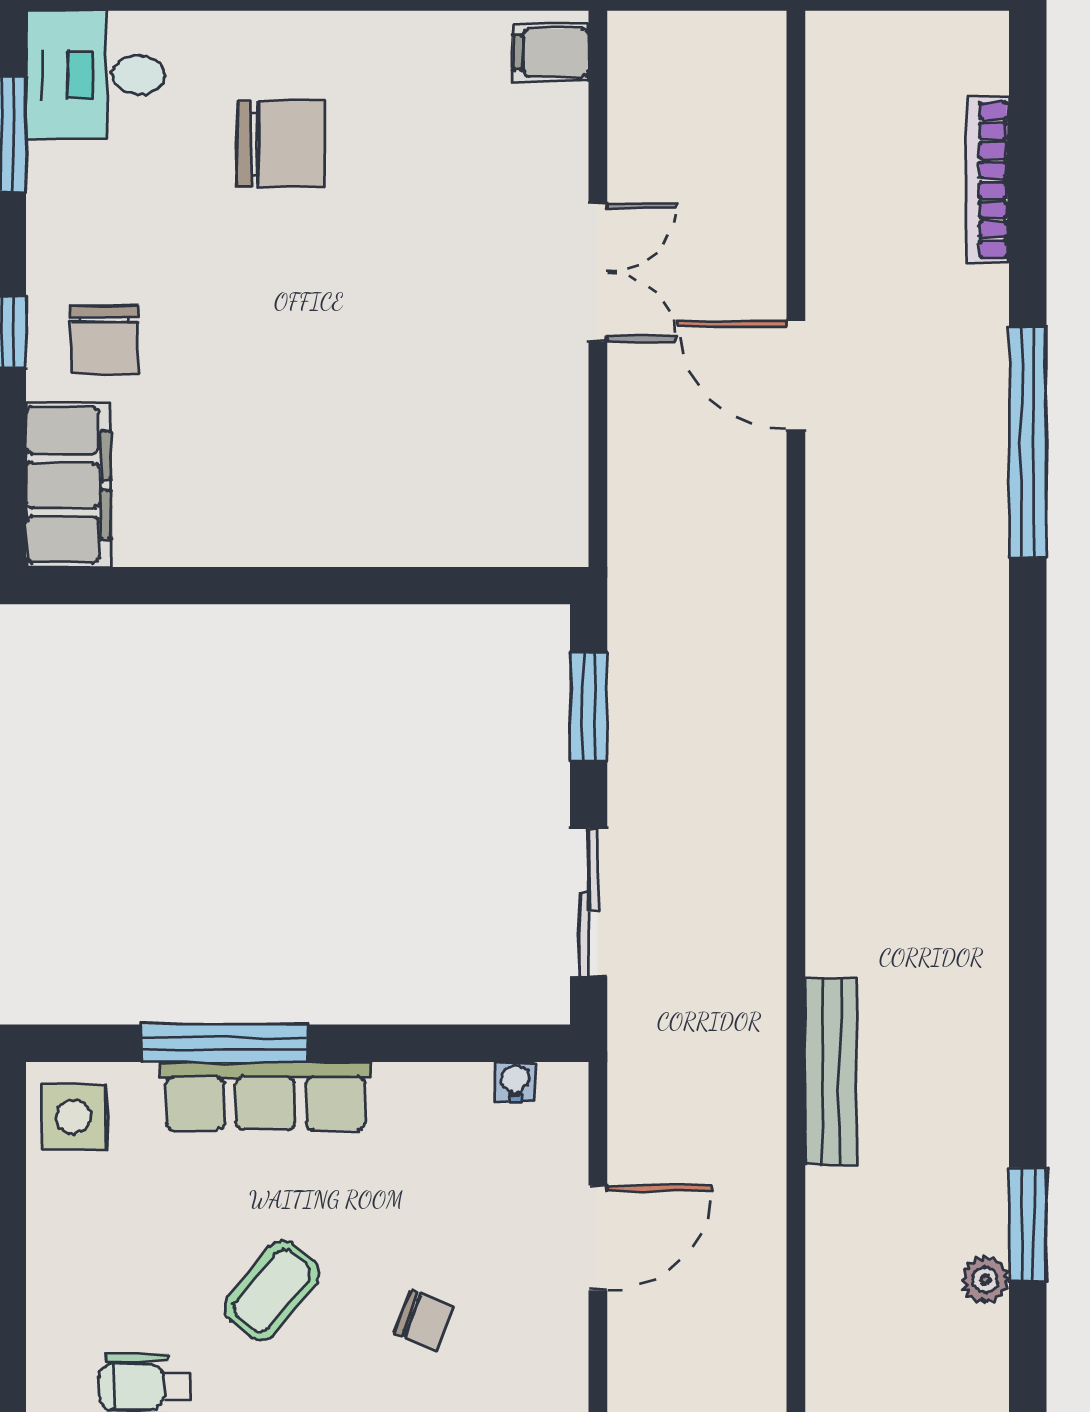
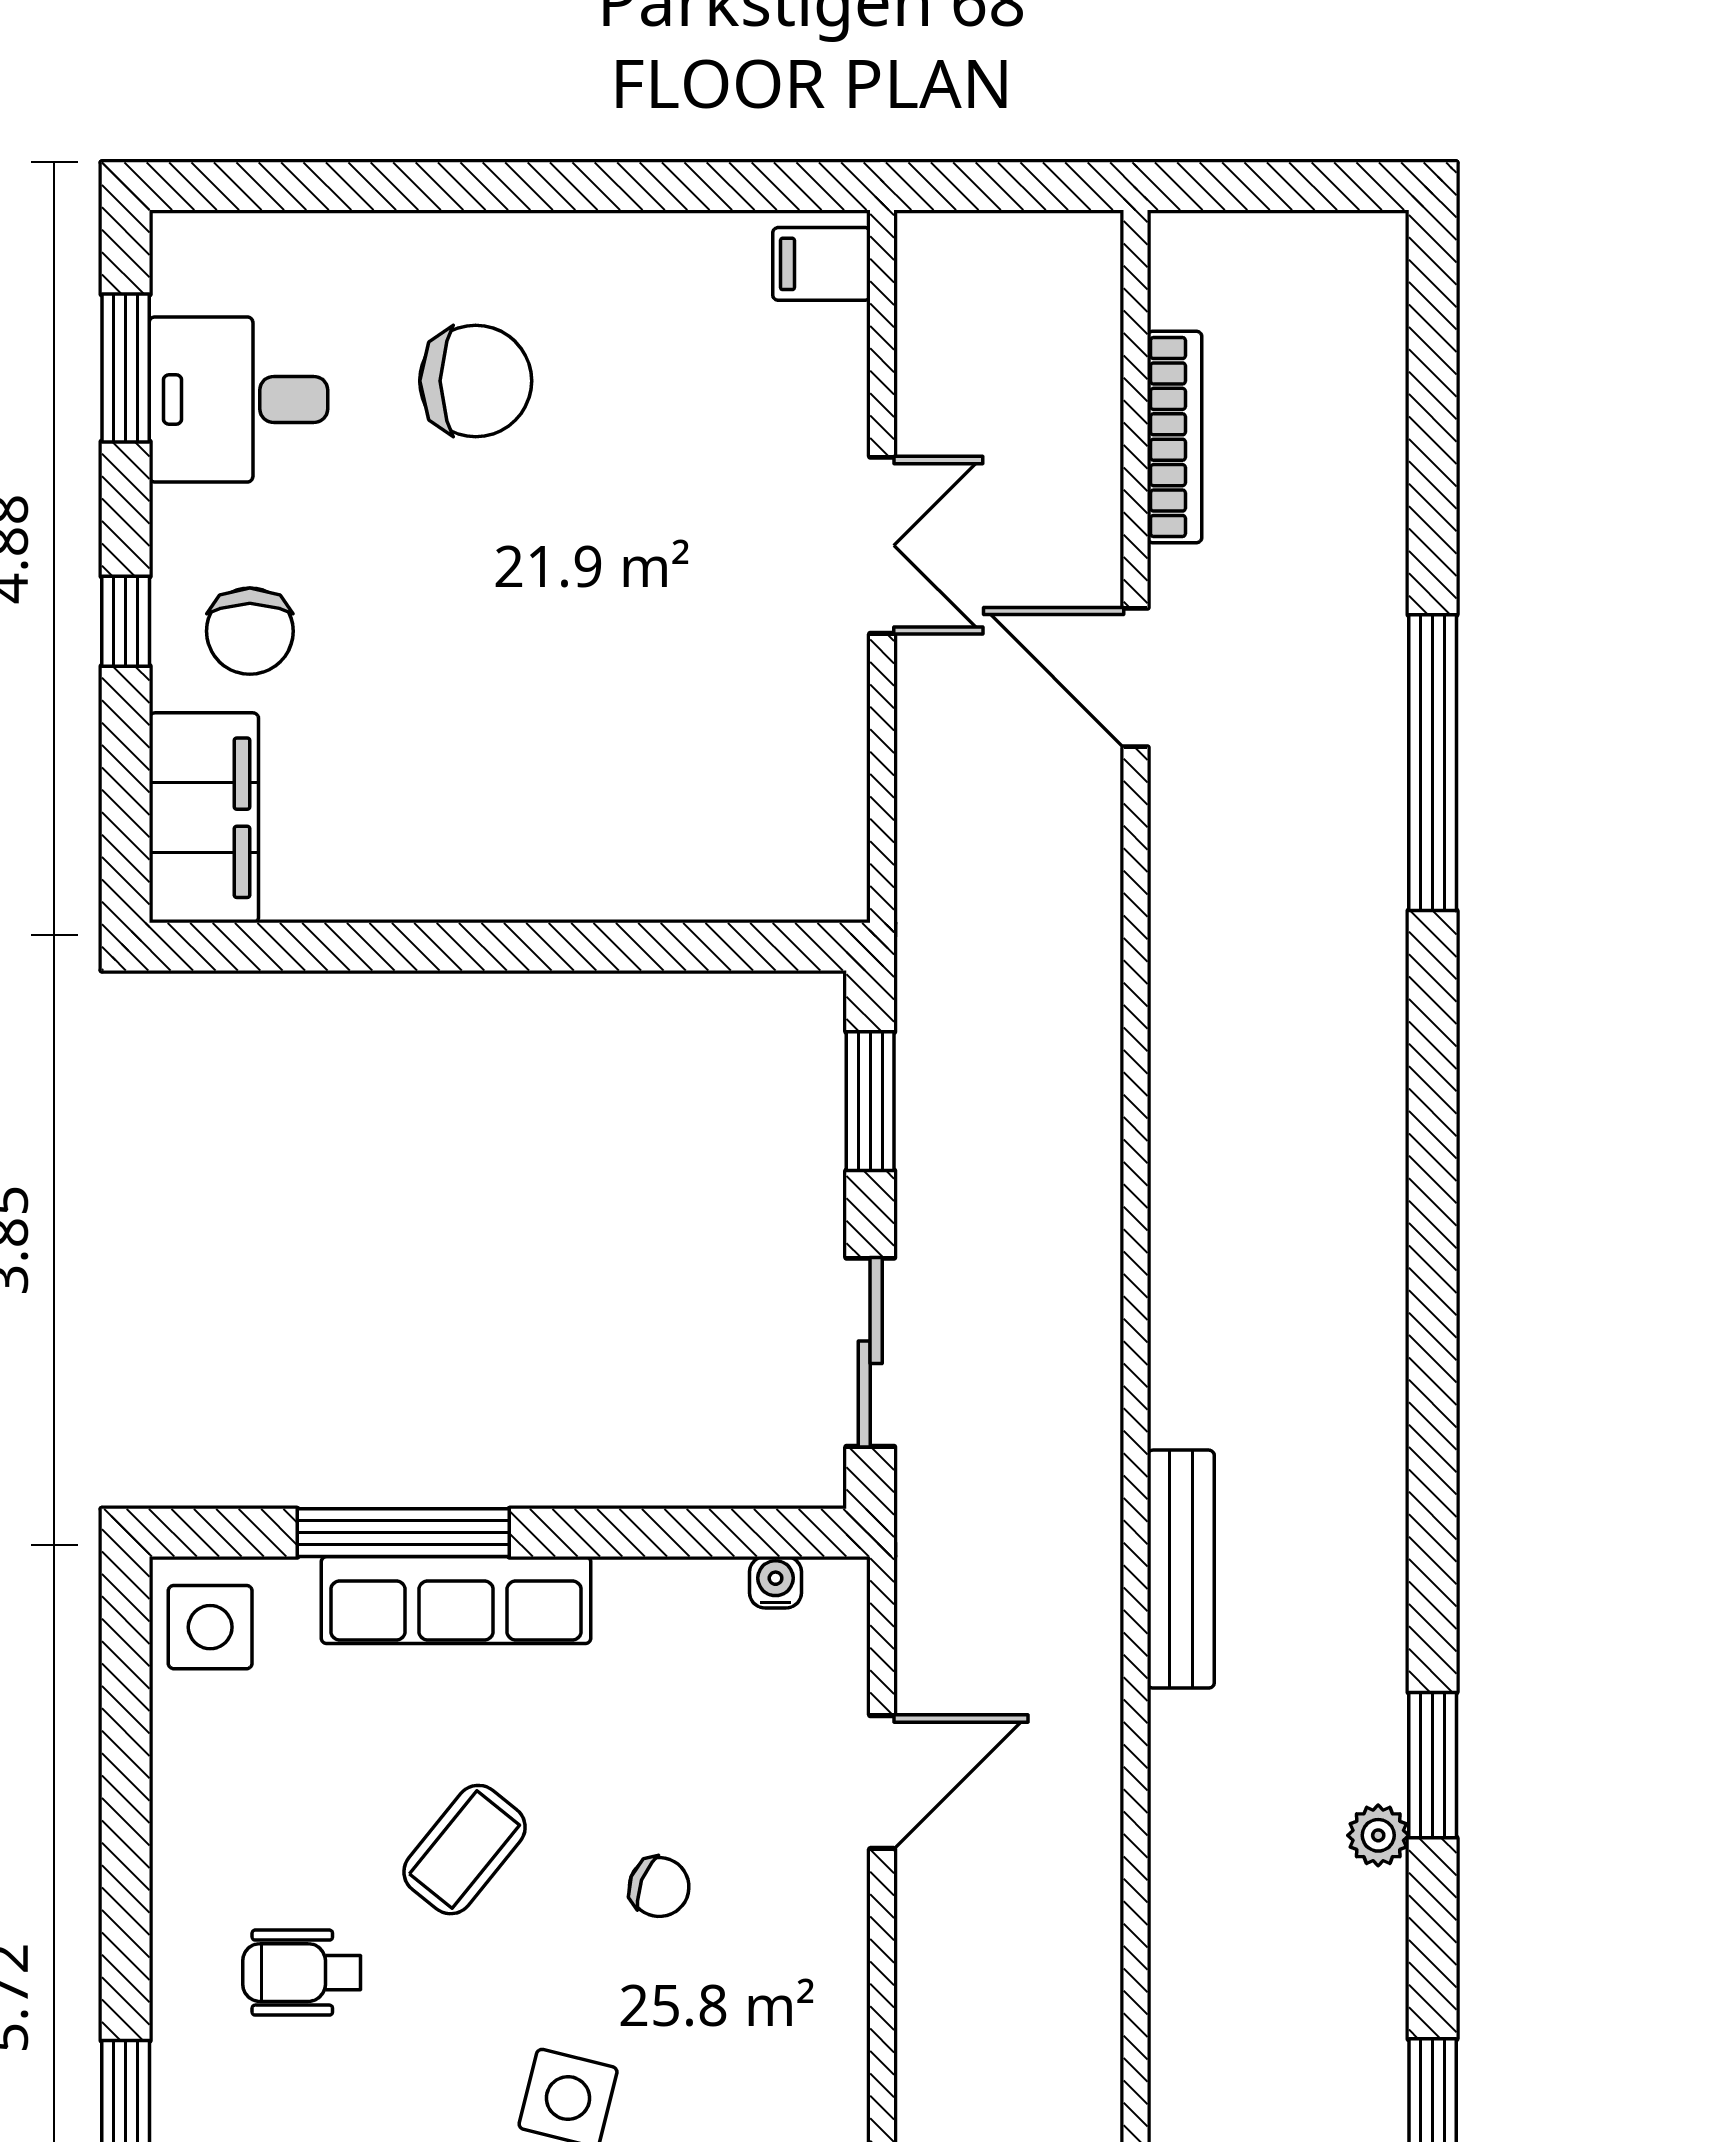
desk: (96, 75) -> (238, 399), moved
bookcase: (988, 180) -> (1175, 437), moved, turned 180

